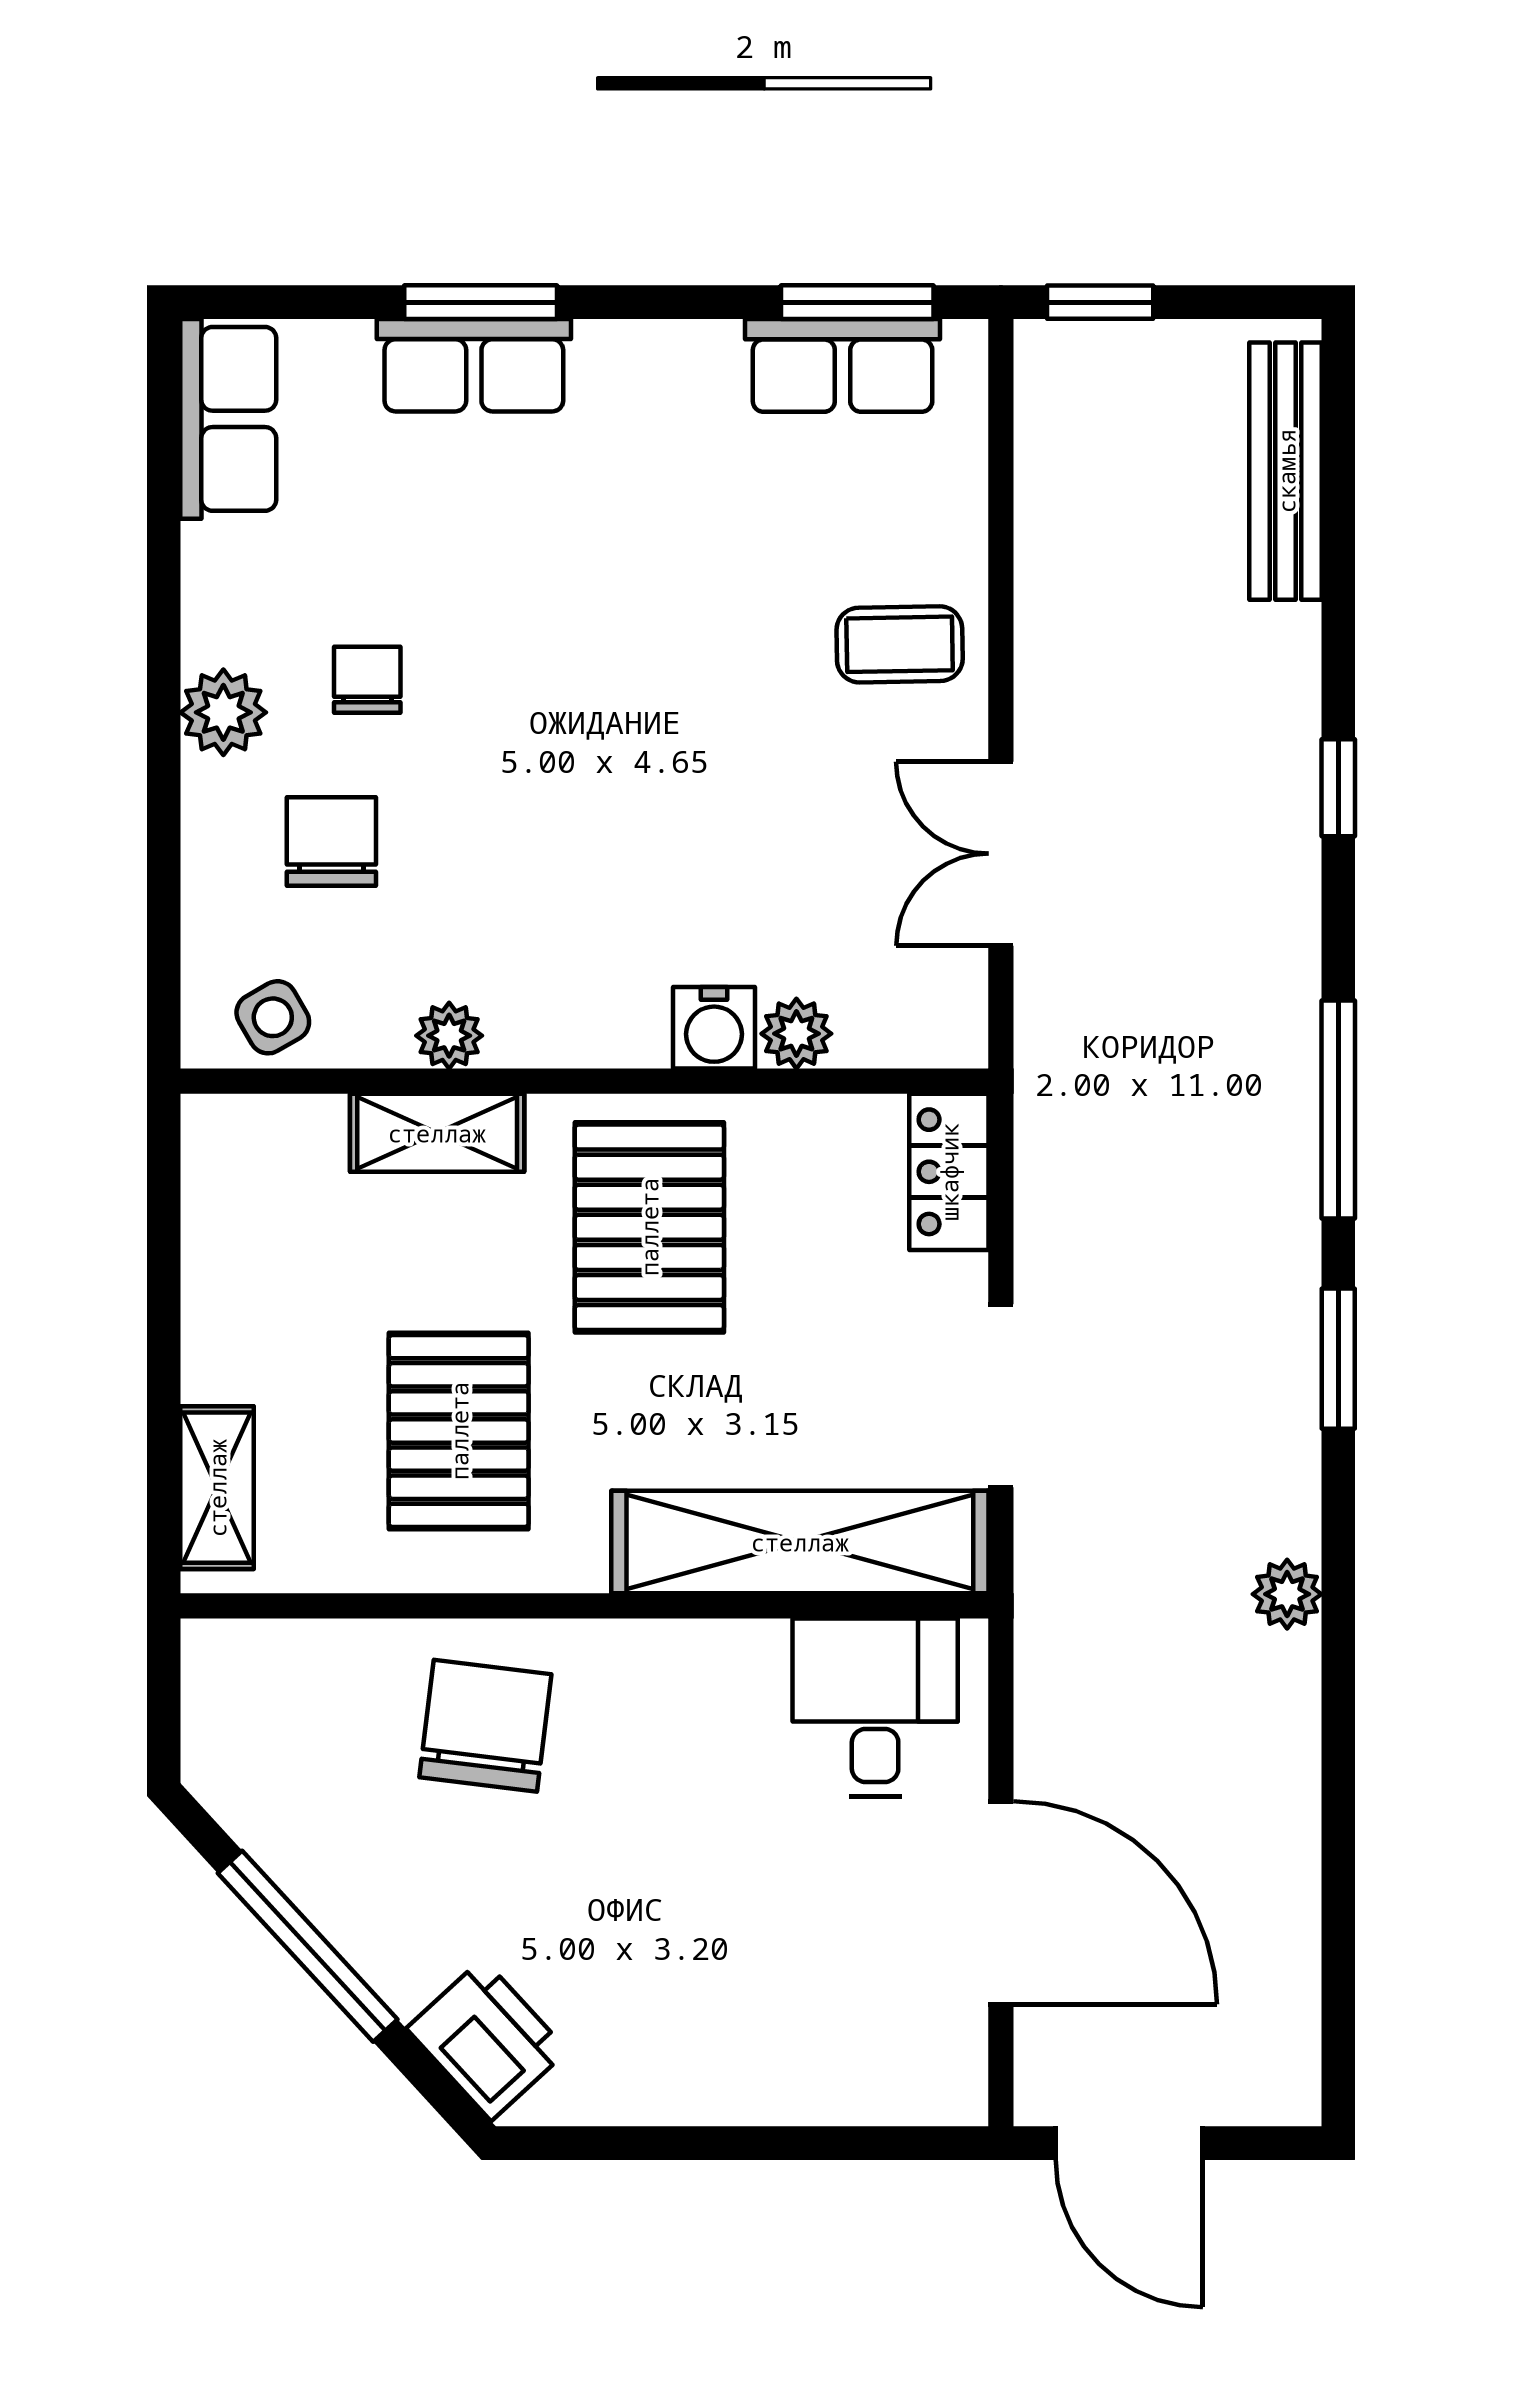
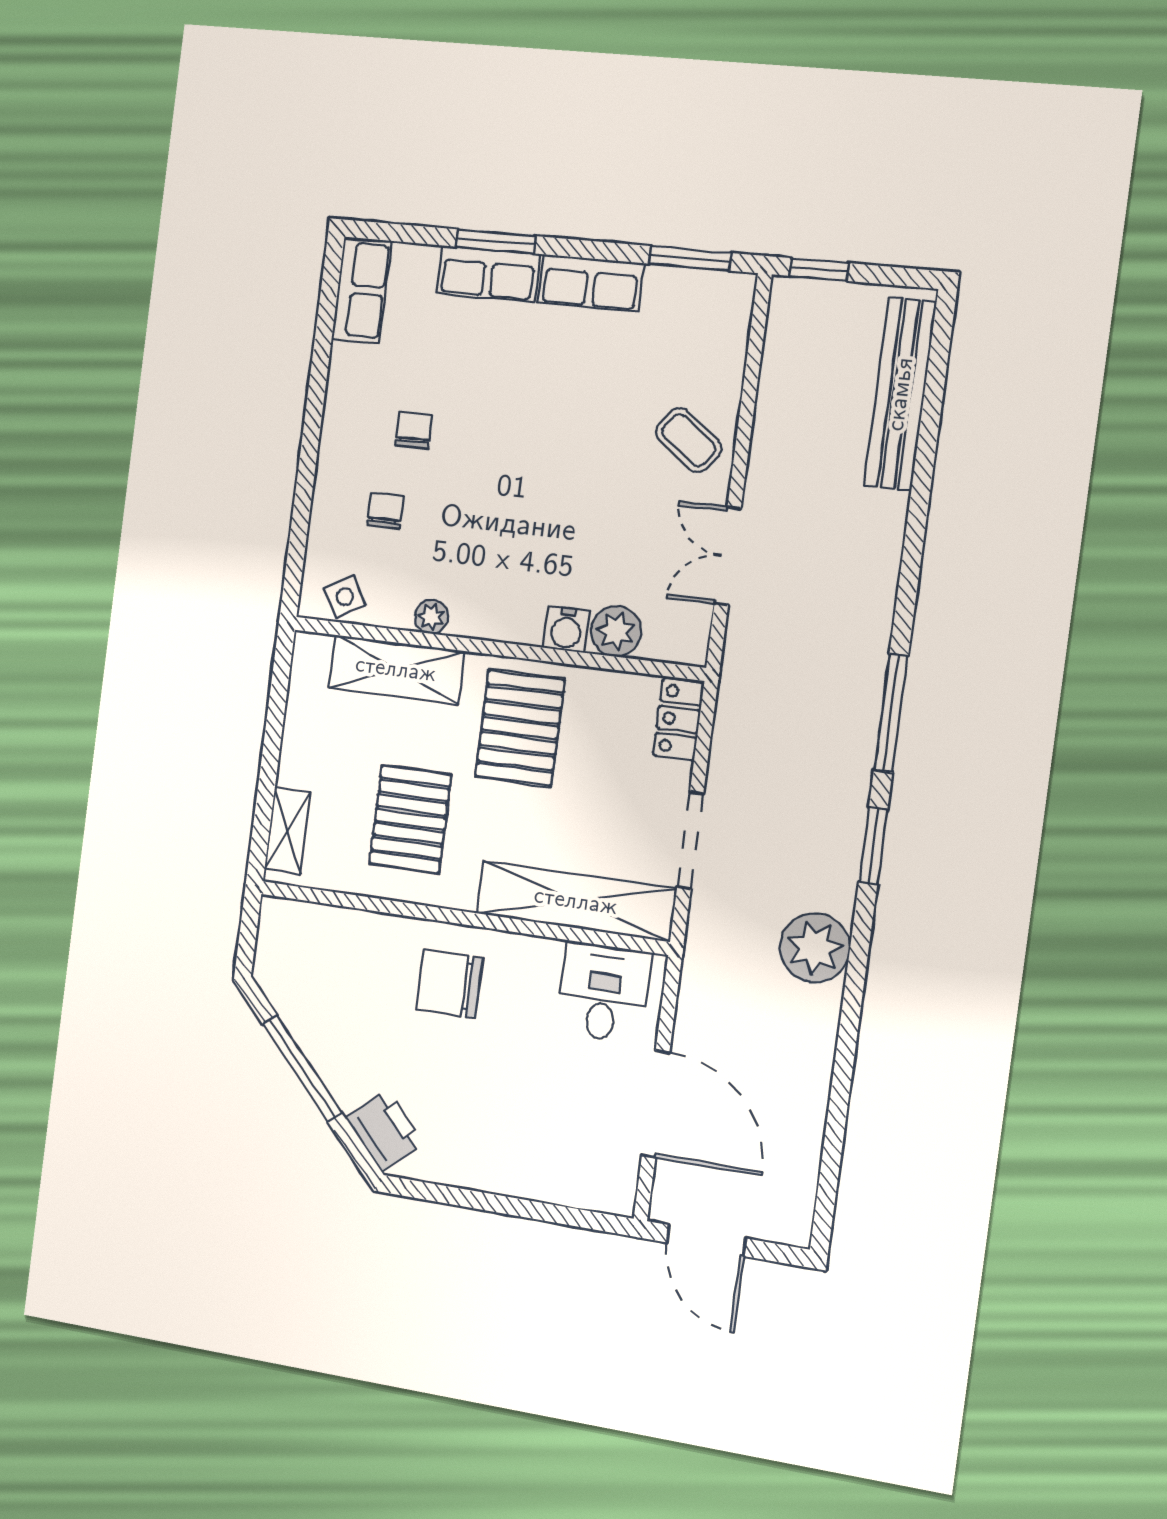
row of seats: (843, 365) -> (591, 283), moved
bench: (1286, 471) -> (900, 394), width x1.37, depth x1.21
coffee table: (900, 644) -> (689, 440), turned 38
plant: (223, 712) -> (340, 439), removed
window: (1338, 788) -> (914, 541), removed
chair: (331, 842) -> (385, 511), width x0.73, depth x0.73
plant: (796, 1034) -> (616, 631), width x1.38, depth x1.38
shelving: (437, 1133) -> (396, 669), width x1.50, depth x1.33
plant: (1287, 1594) -> (815, 948), width x1.87, depth x1.87
chair: (485, 1726) -> (449, 984), moved, turned -97

